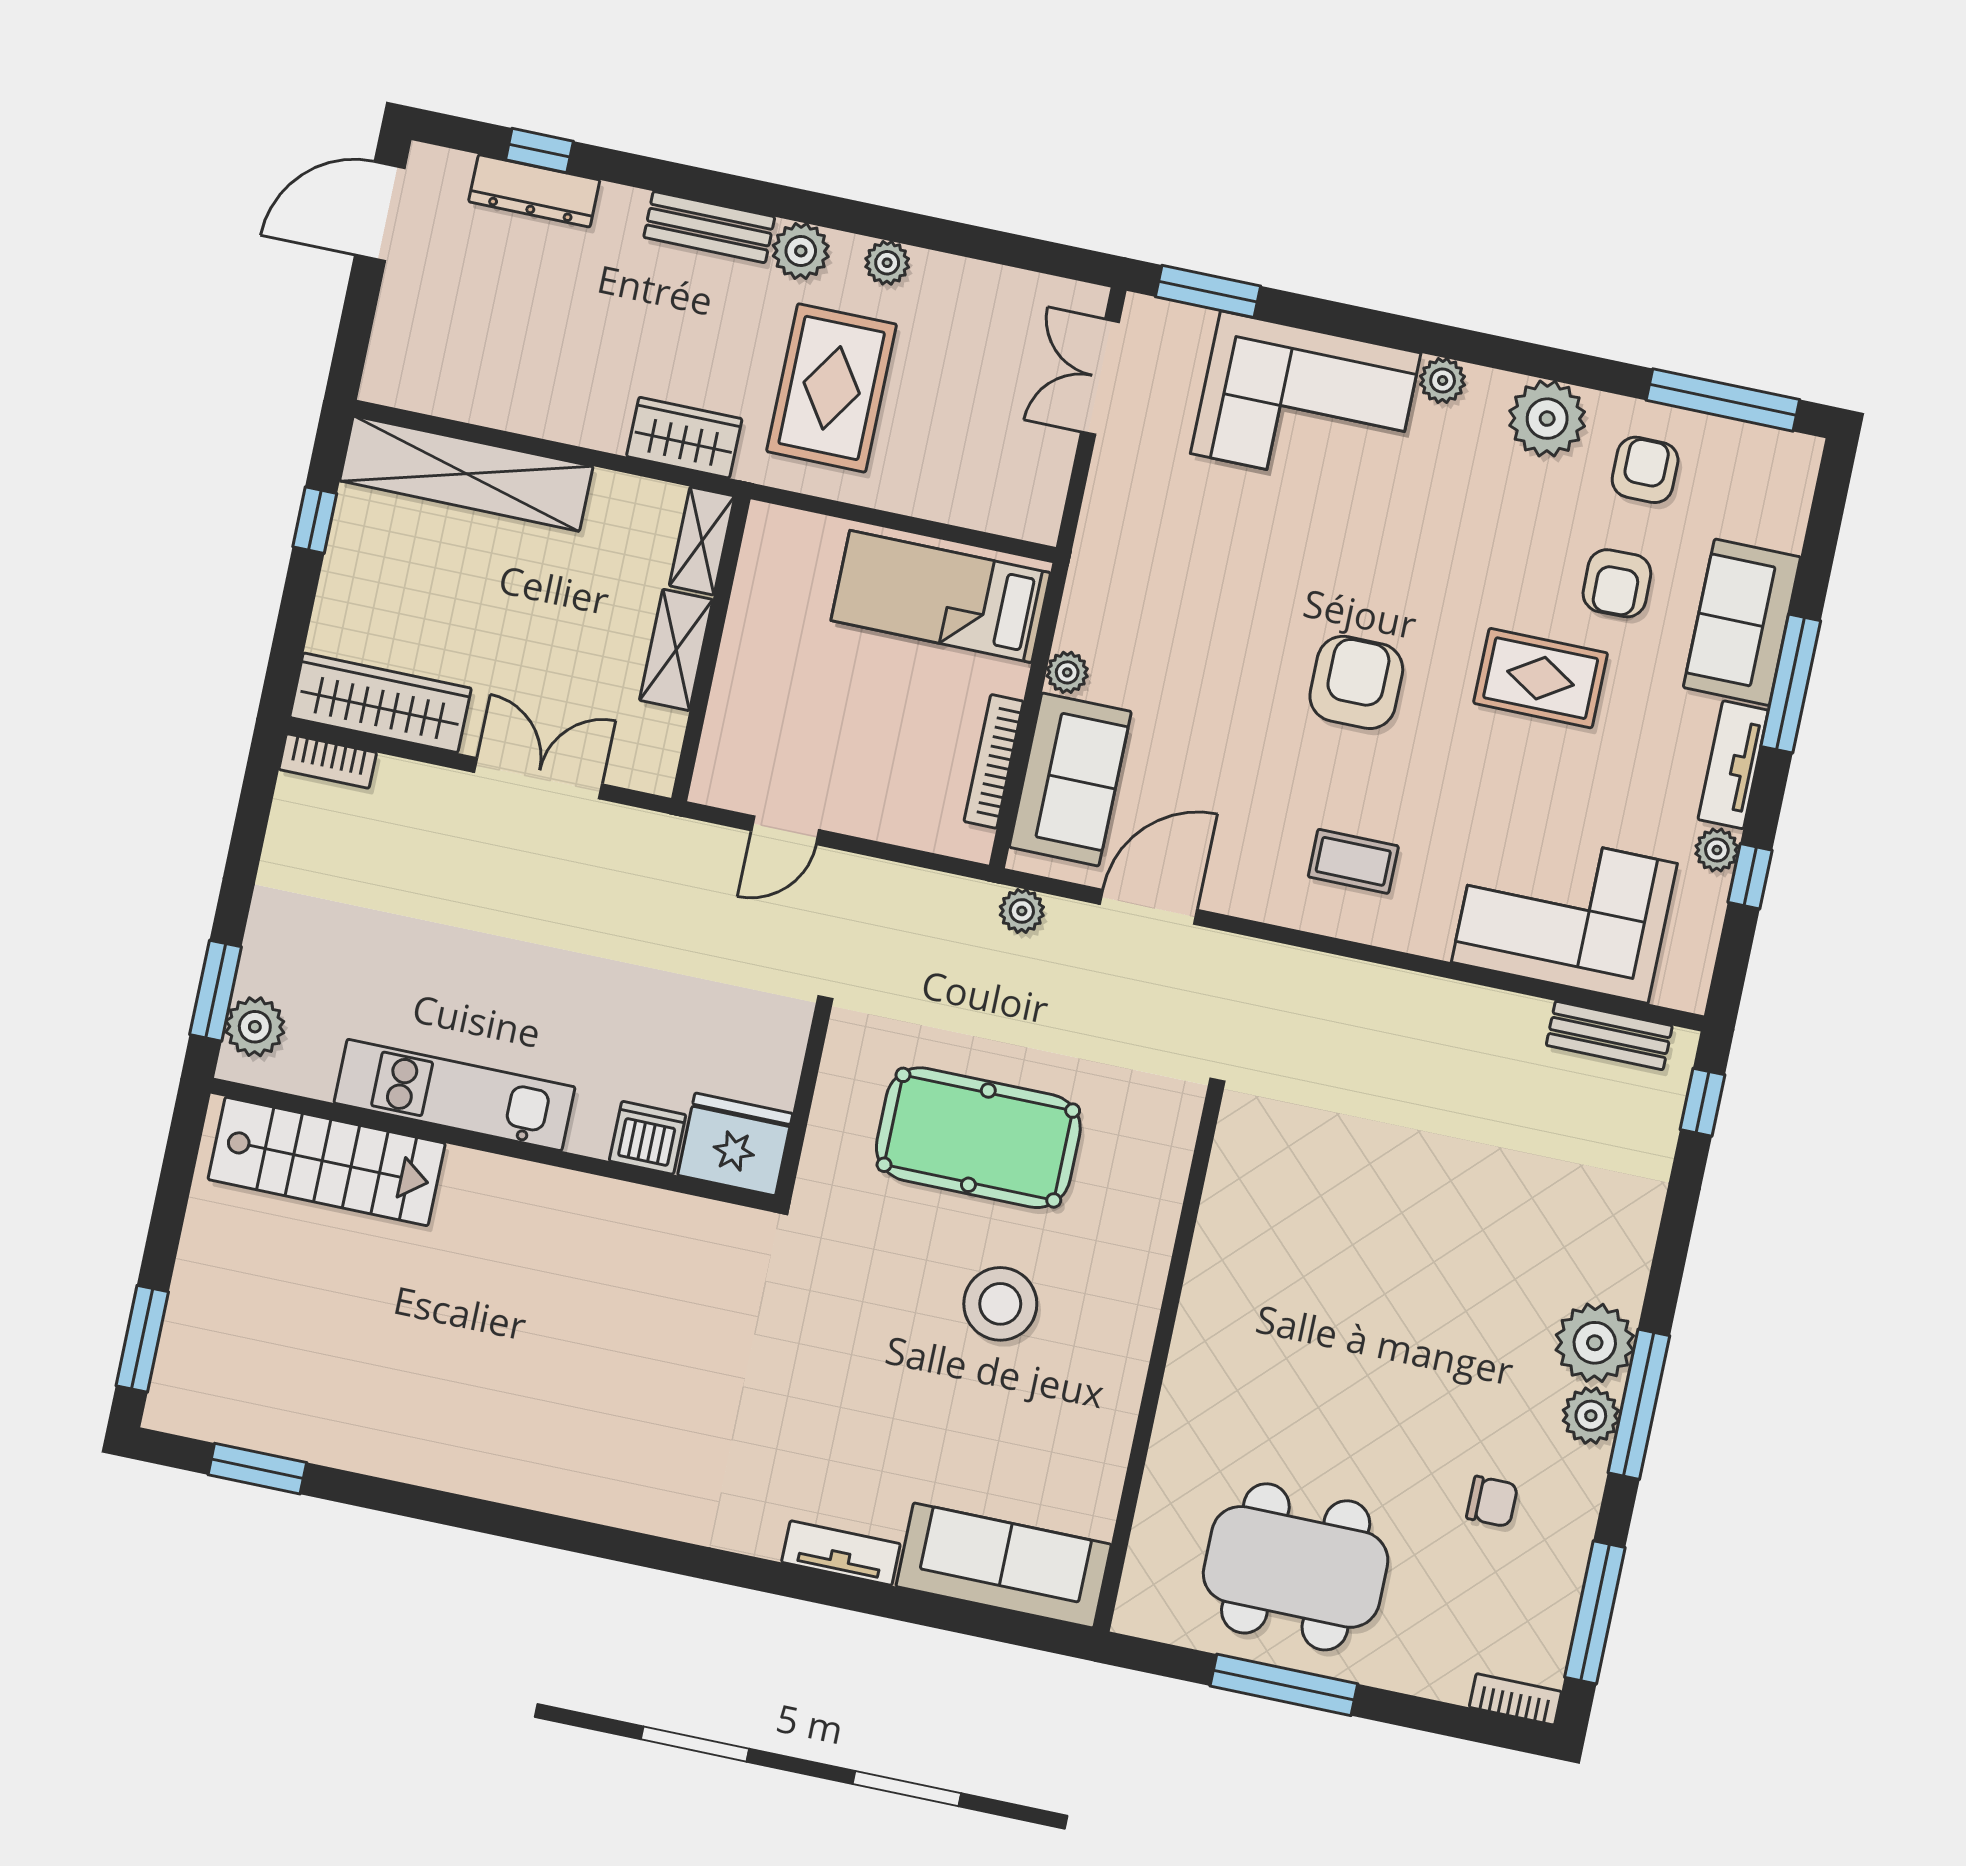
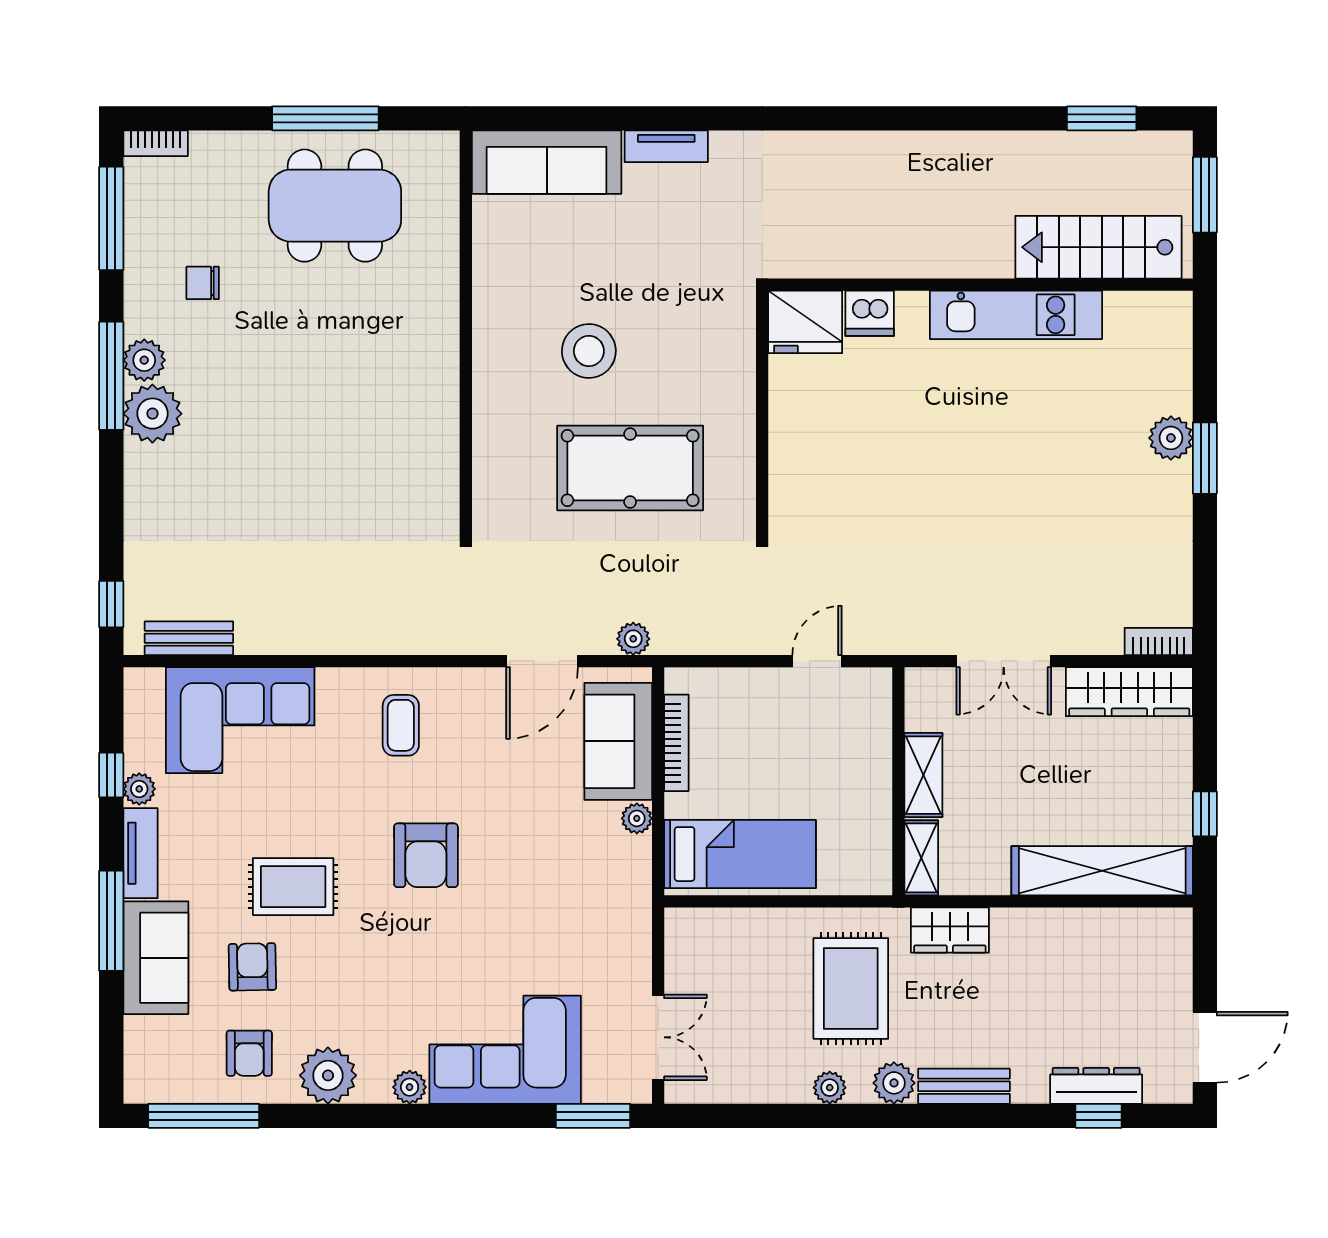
coffee table: (1353, 861) -> (401, 725), turned 90
kitchen unit: (454, 1095) -> (1016, 315), moved
dishwasher: (648, 1138) -> (870, 313), moved
fridge: (735, 1144) -> (805, 322), moved
wall: (493, 1145) -> (981, 285), moved
stairs: (327, 1161) -> (1098, 247), moved

